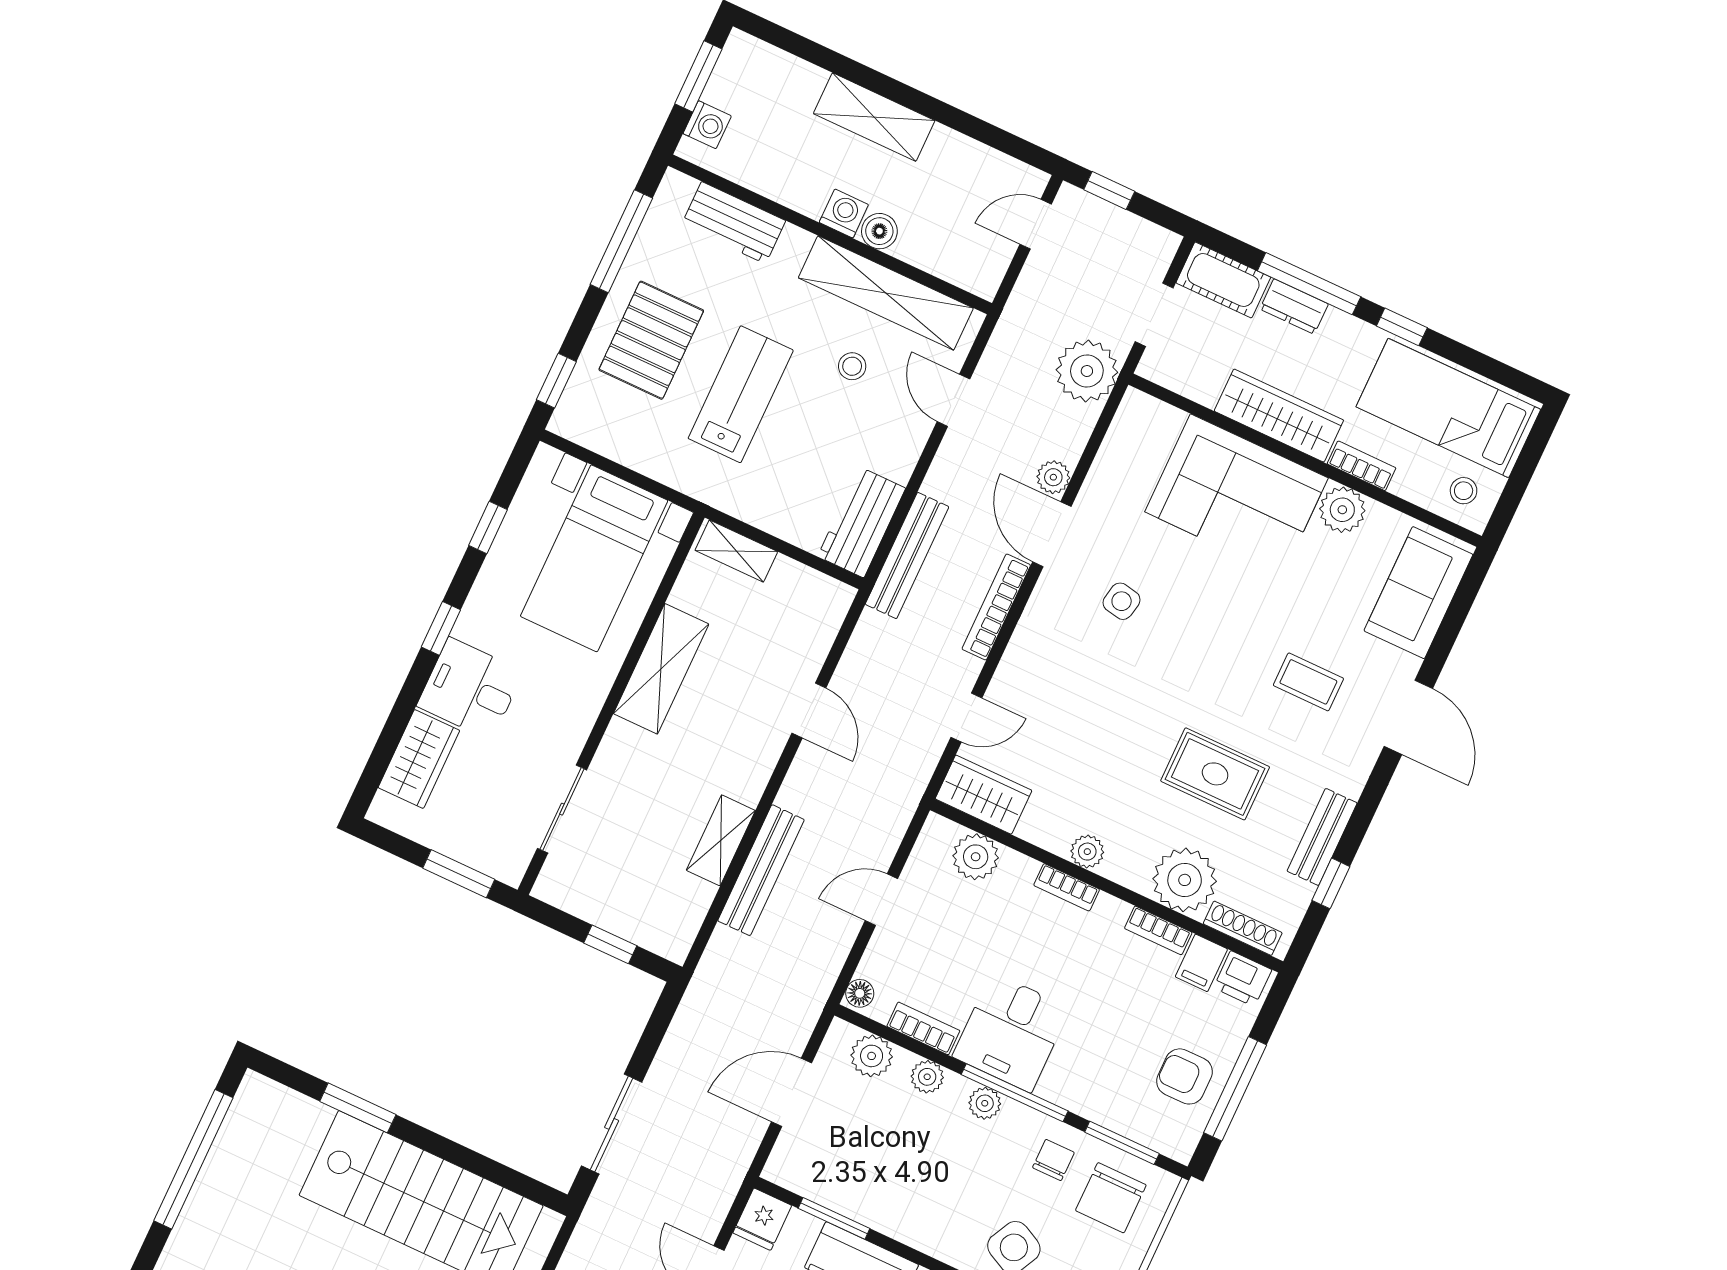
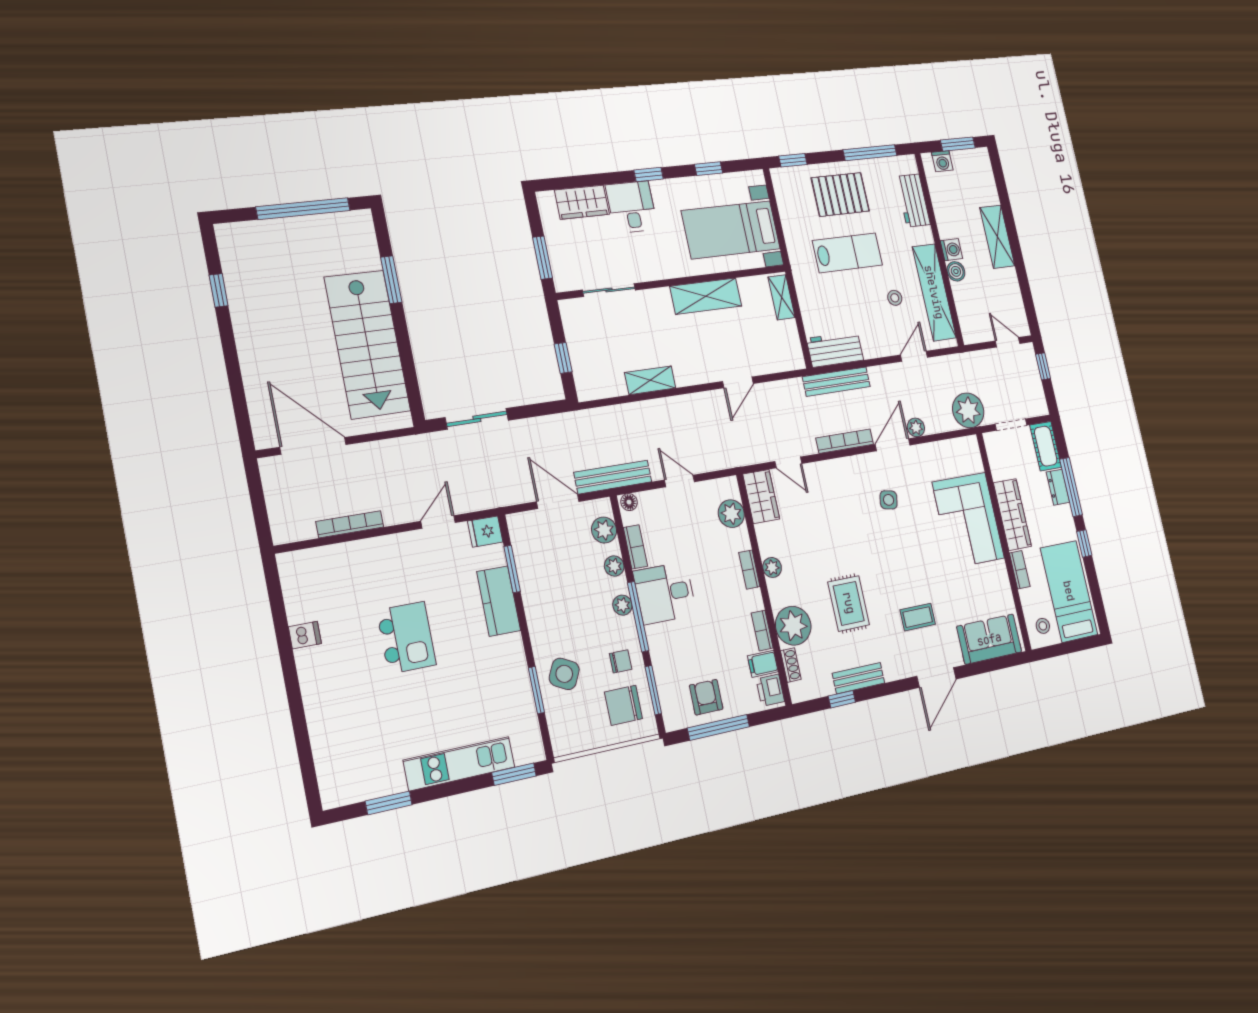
plant: (1342, 510) -> (997, 575), removed
coffee table: (1308, 682) -> (918, 617), turned 90
bench: (761, 870) -> (613, 477), moved
shoe rack: (1243, 928) -> (791, 665), width x0.70

